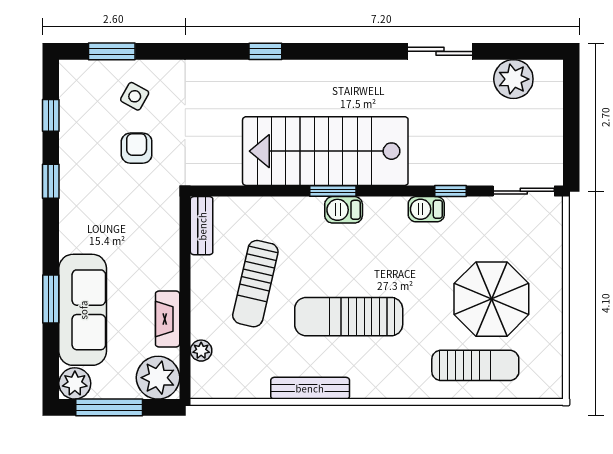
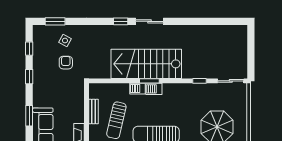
sliding door: (440, 51) -> (149, 21), moved
plant: (513, 79) -> (226, 33), removed
barbecue: (426, 209) -> (137, 89), moved
bench: (202, 226) -> (93, 112), moved
window: (51, 299) -> (29, 116), moved

